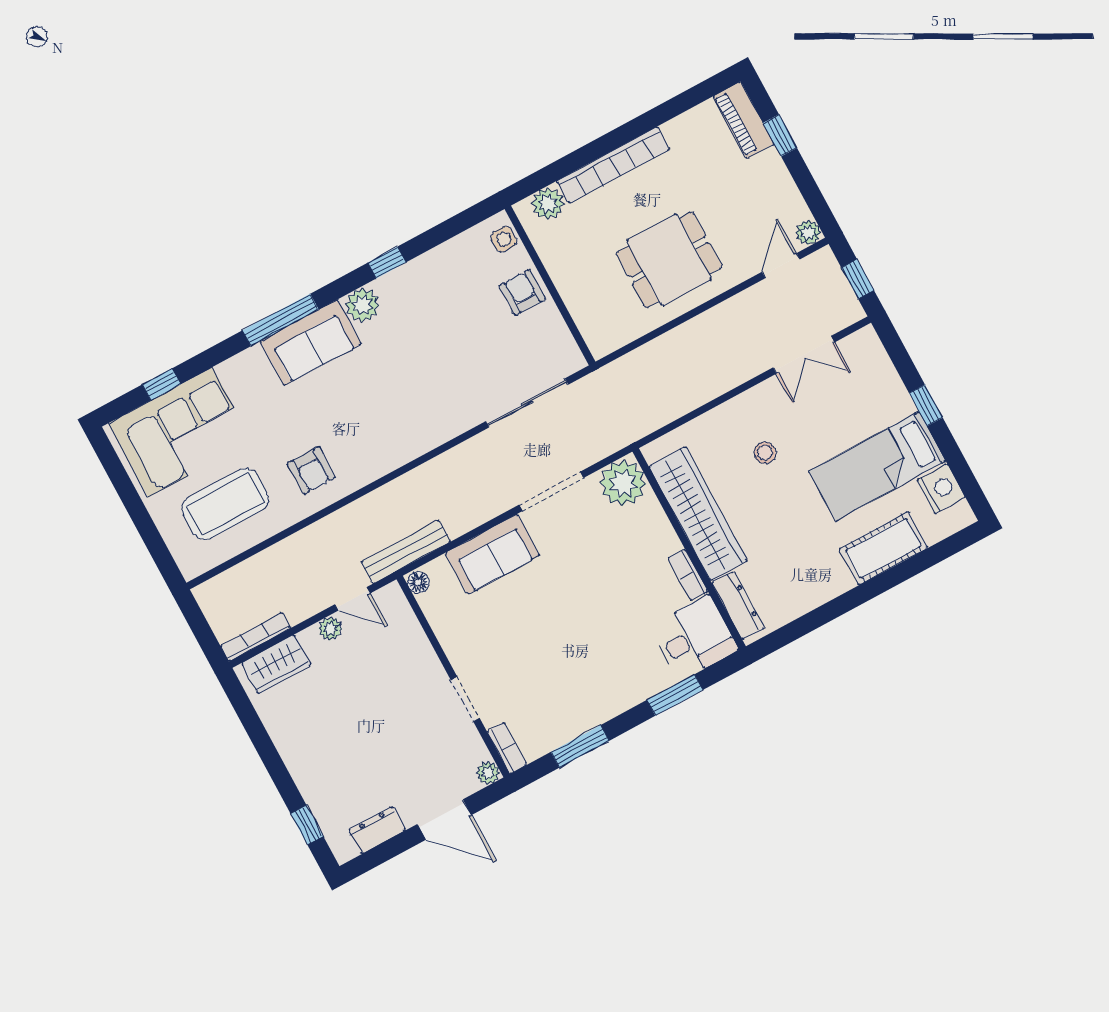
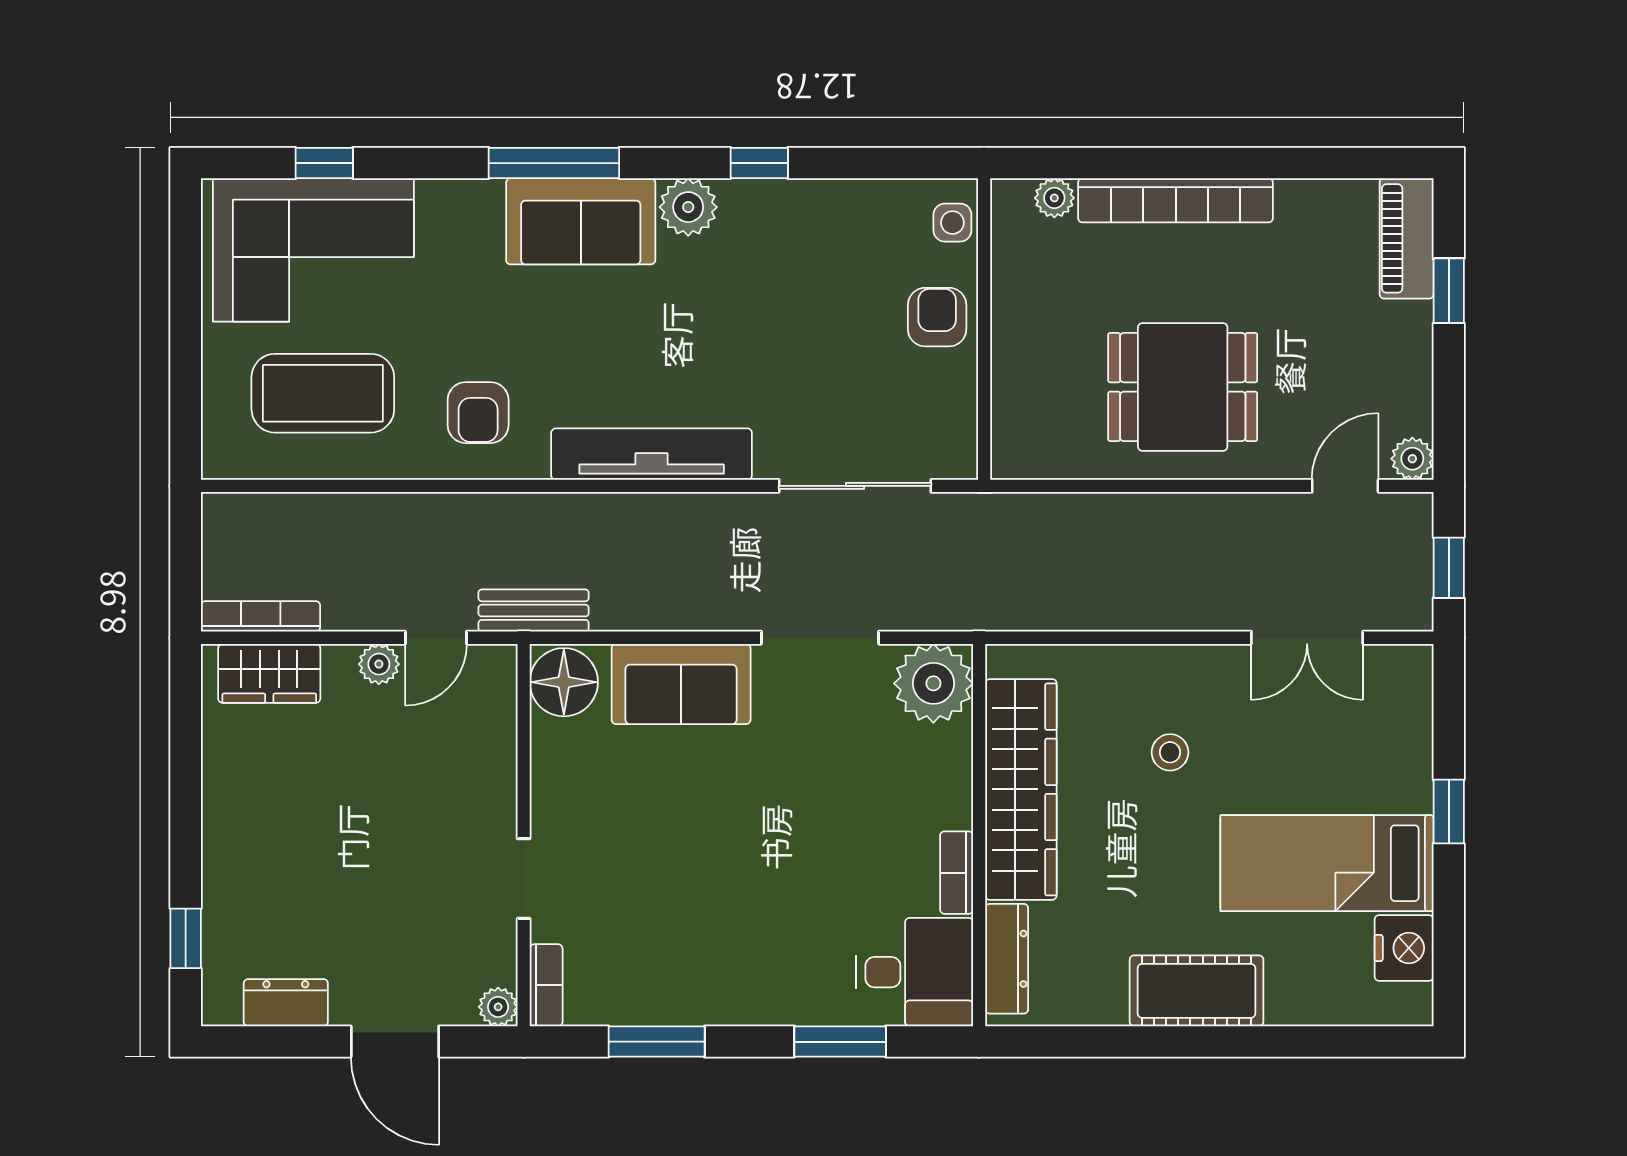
plant: (548, 204) -> (1054, 198), width x0.73, depth x0.73
tv unit: (413, 443) -> (652, 454), added
cot: (884, 548) -> (1197, 991), moved
bench: (406, 552) -> (534, 611), width x0.73
floor lamp: (418, 582) -> (564, 682), width x1.89, depth x1.89
door: (352, 599) -> (436, 638), hinge flipped

